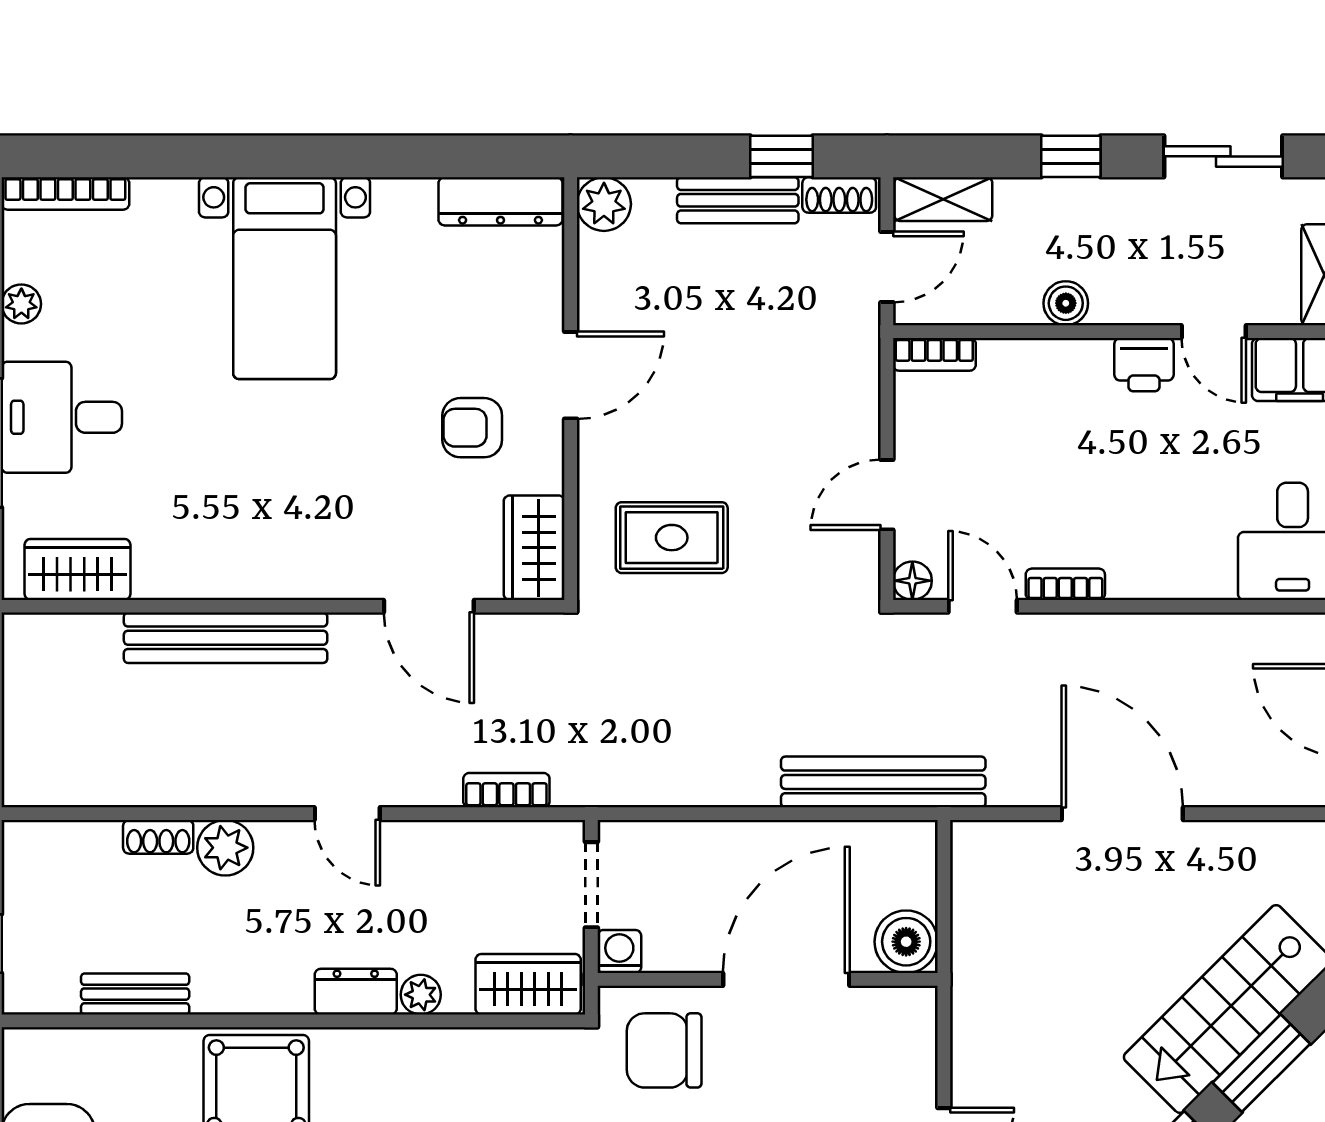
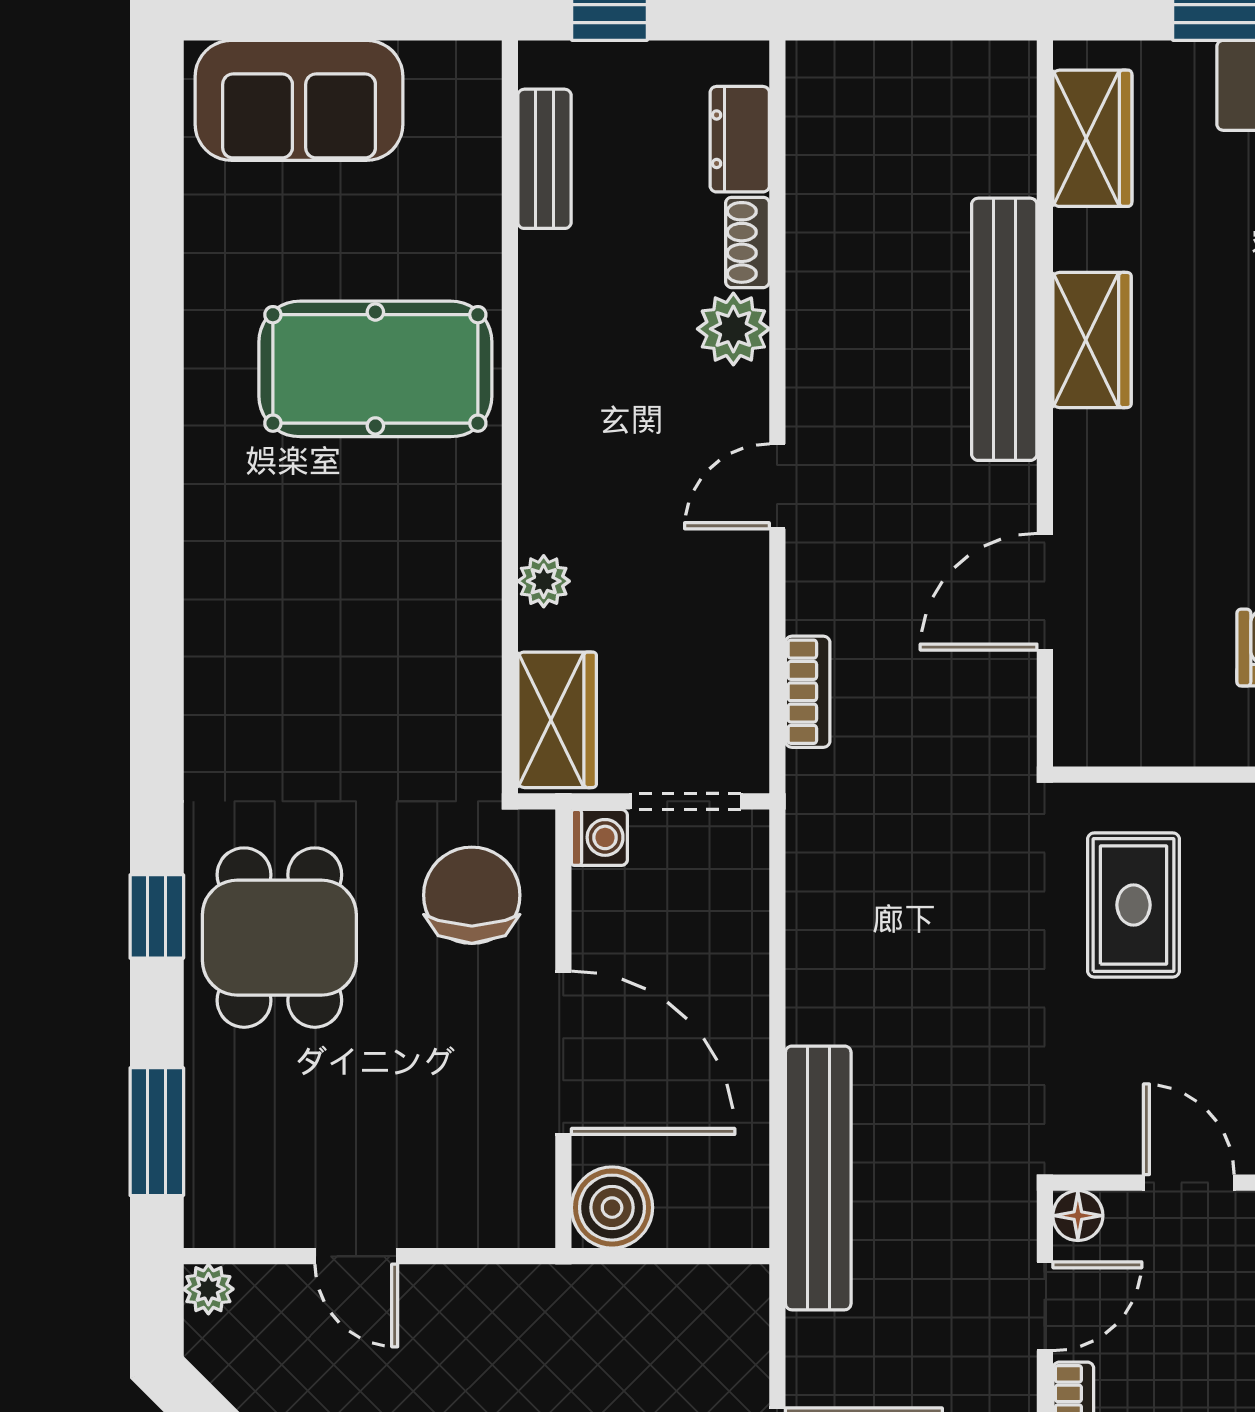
wardrobe: (534, 548) -> (1092, 340), moved, turned 90
dresser: (356, 992) -> (740, 139), moved, turned 180
bench: (135, 994) -> (545, 159), moved

